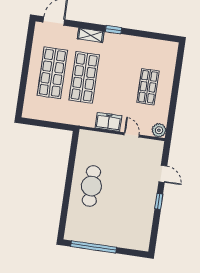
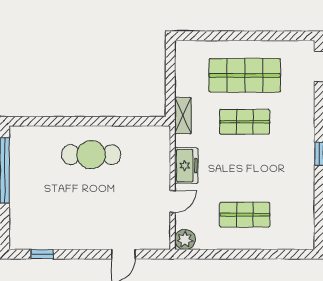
shelving: (91, 35) -> (183, 116), moved
shop shelf: (84, 77) -> (245, 122), width x0.70, depth x0.74
window: (159, 201) -> (42, 254), moved

